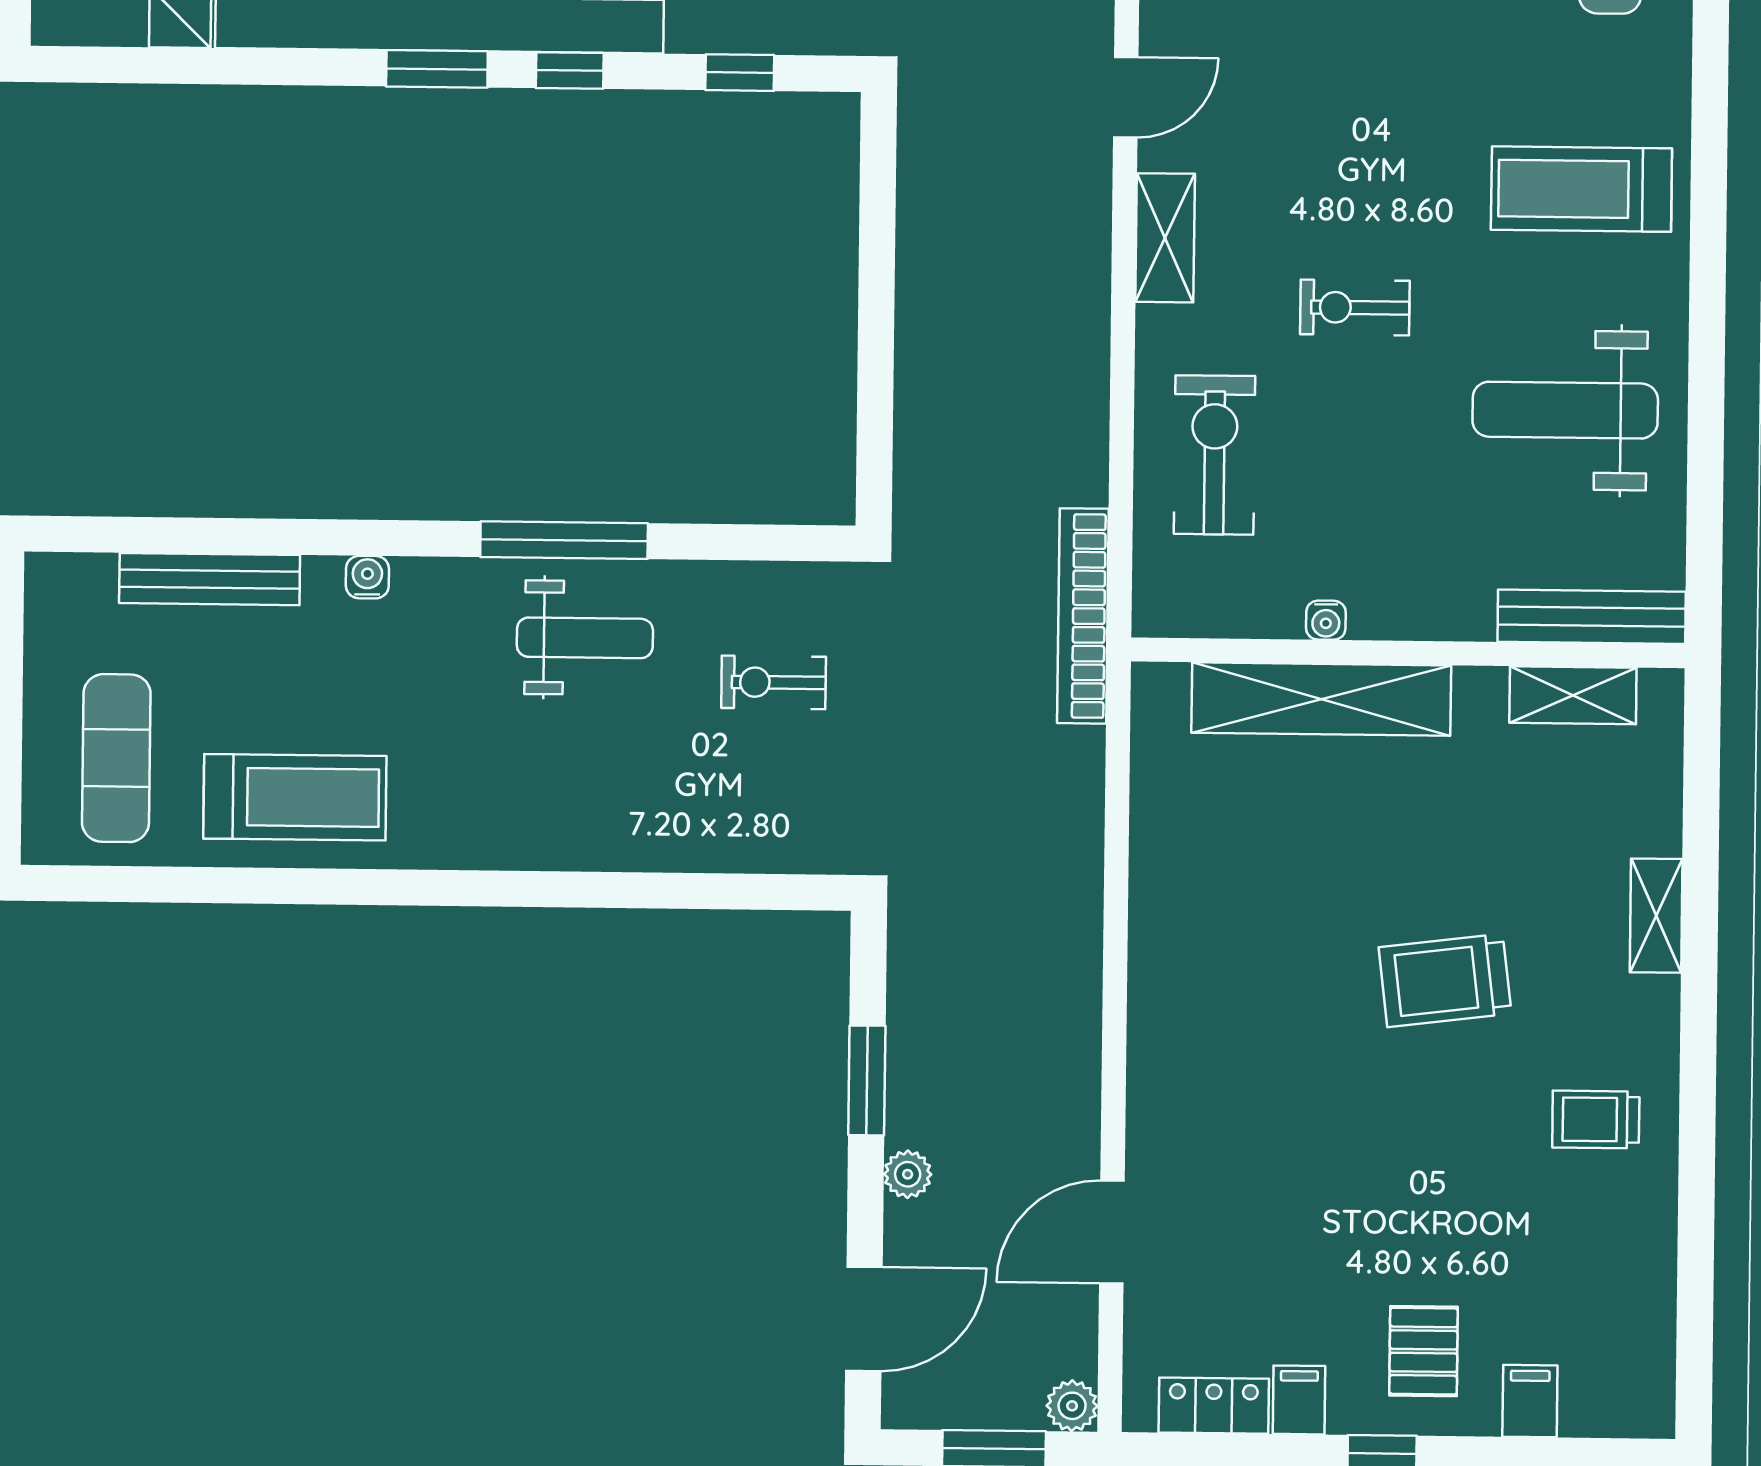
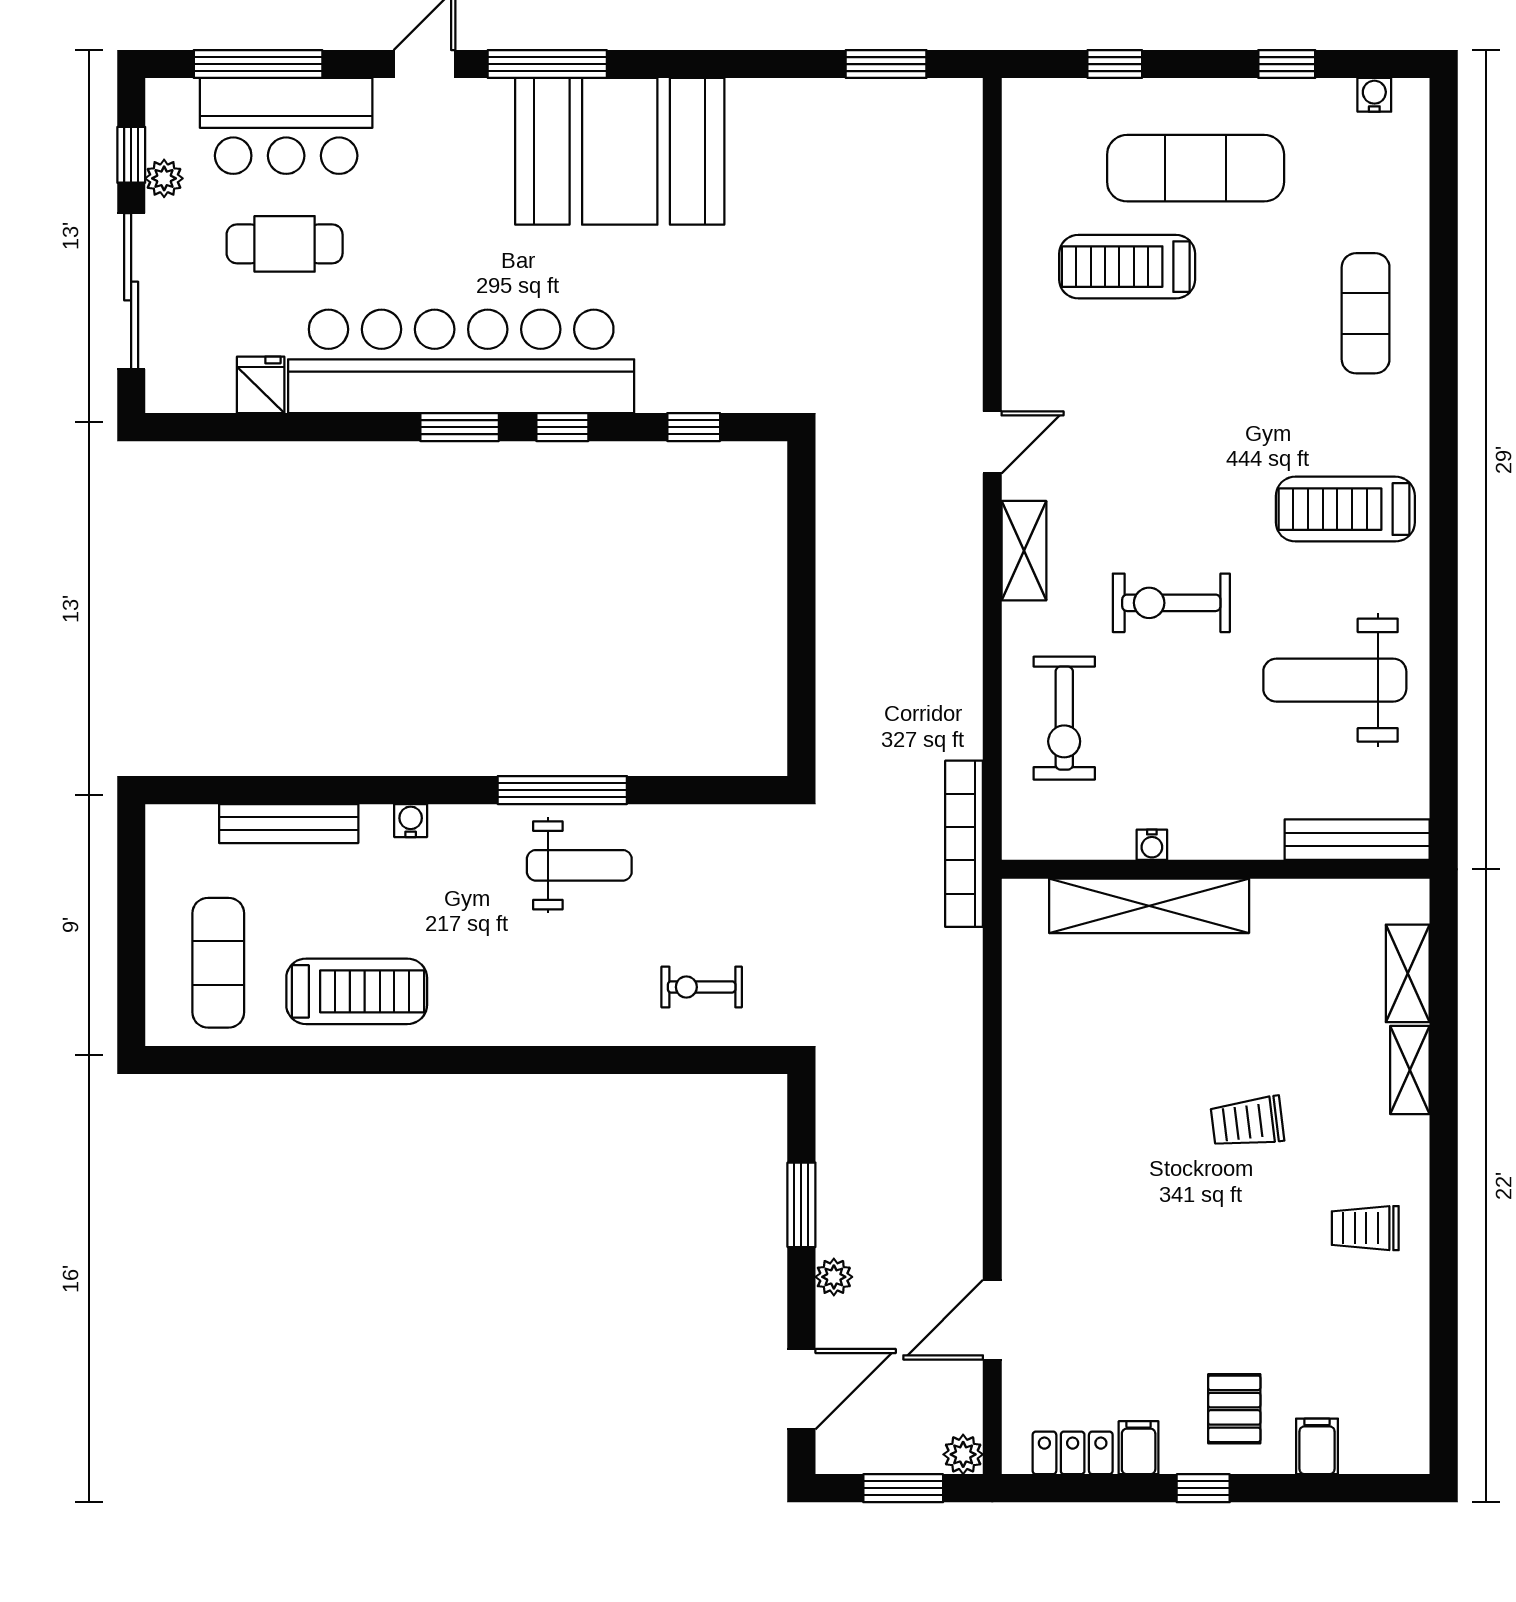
exercise bike: (1355, 308) -> (1171, 603), width x1.38, depth x1.39
exercise bike: (1214, 455) -> (1064, 718), turned 180
exercise bike: (774, 682) -> (702, 987), moved
shelving: (1573, 695) -> (1408, 973), moved, turned 90
trolley: (1445, 980) -> (1247, 1122), width x0.73, depth x0.72

